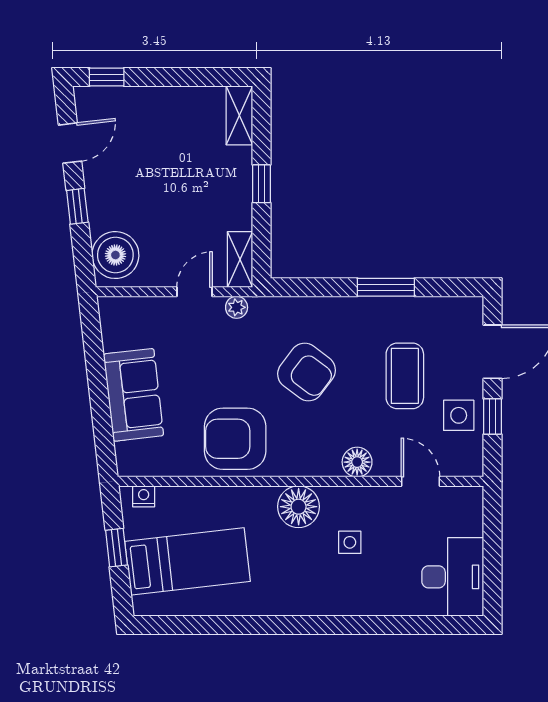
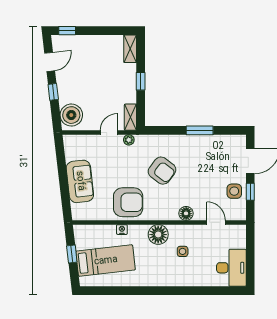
coffee table: (405, 376) -> (209, 172), removed
armchair: (235, 439) -> (128, 202), turned 180
nightstand: (144, 496) -> (122, 230), moved

